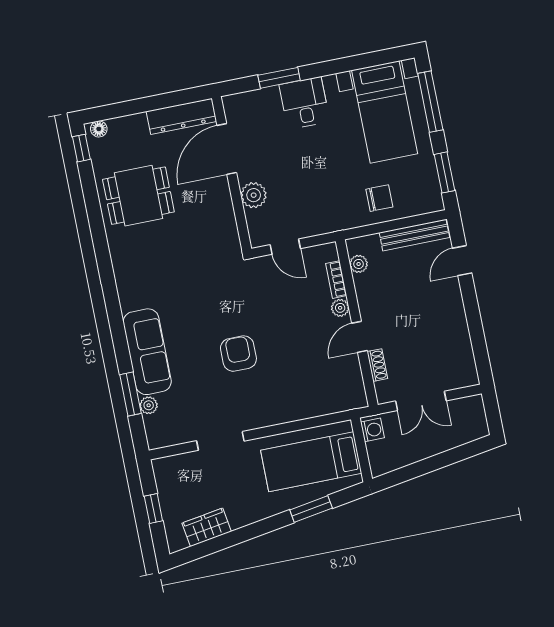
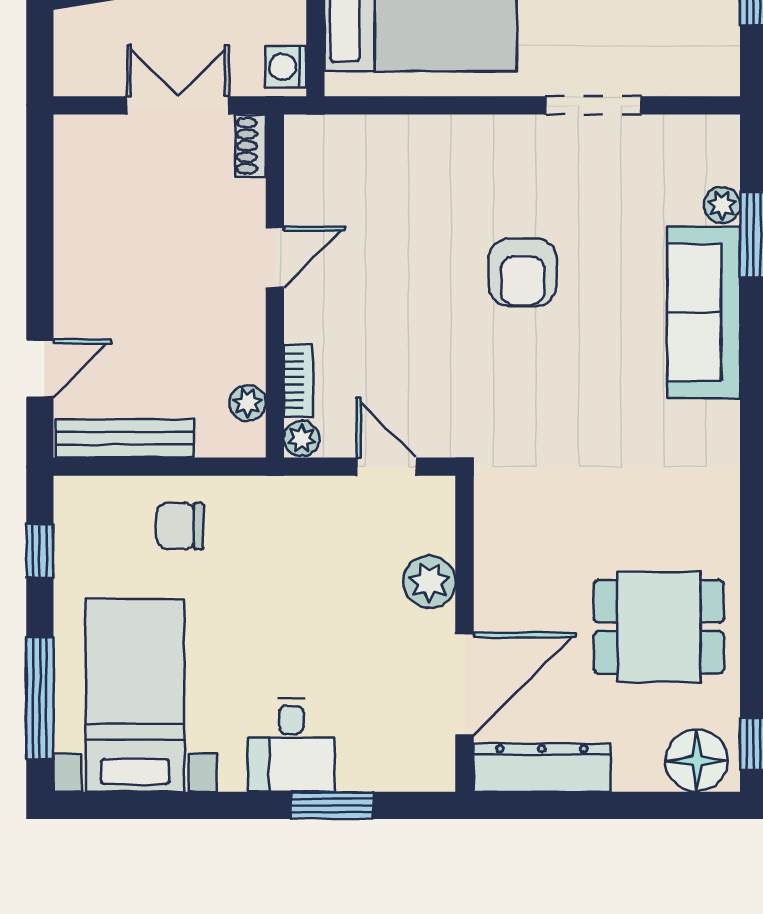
floor lamp: (99, 129) -> (697, 761), width x1.89, depth x1.89
window: (445, 172) -> (40, 551), width x0.67
plant: (340, 308) -> (302, 439), moved
shoe rack: (377, 365) -> (251, 146), moved

